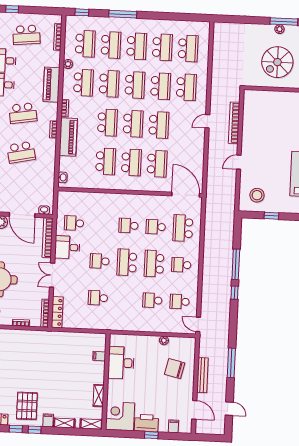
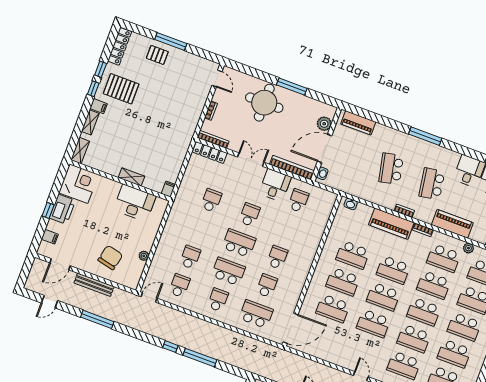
filing cabinet: (99, 356) -> (168, 189), moved
shelving: (99, 396) -> (131, 177), moved

